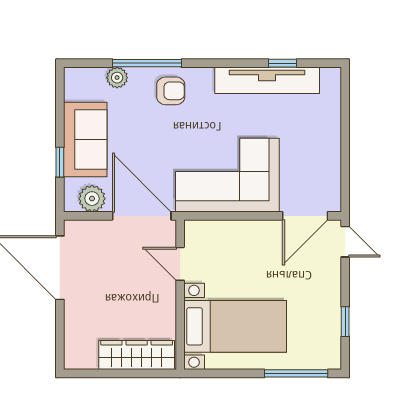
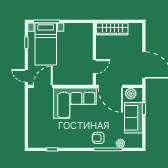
tv unit: (267, 80) -> (59, 142), removed
door: (180, 264) -> (94, 67), hinge flipped
bed with nightstands: (235, 326) -> (46, 44), moved, turned -90

